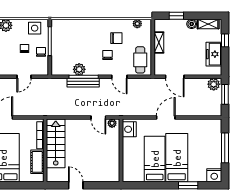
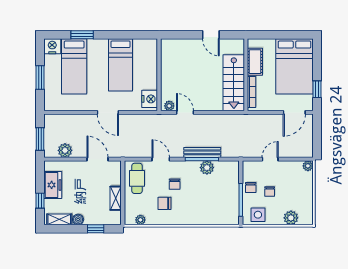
plant: (214, 84) -> (65, 150), moved
door: (166, 117) -> (108, 112), hinge flipped
window: (225, 148) -> (40, 78), width x0.69
bed: (177, 158) -> (74, 66), moved

